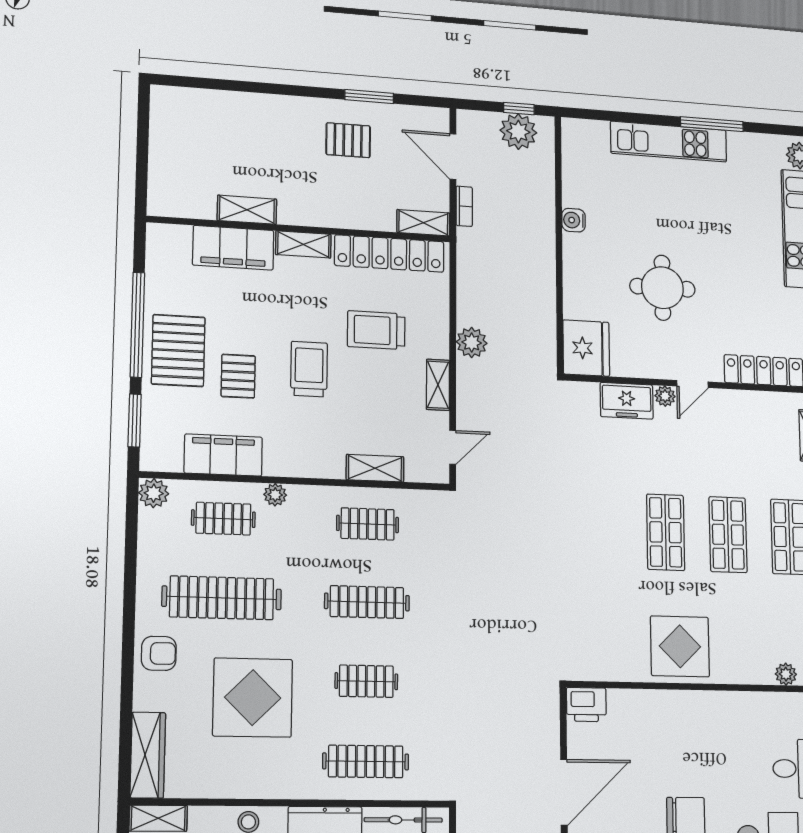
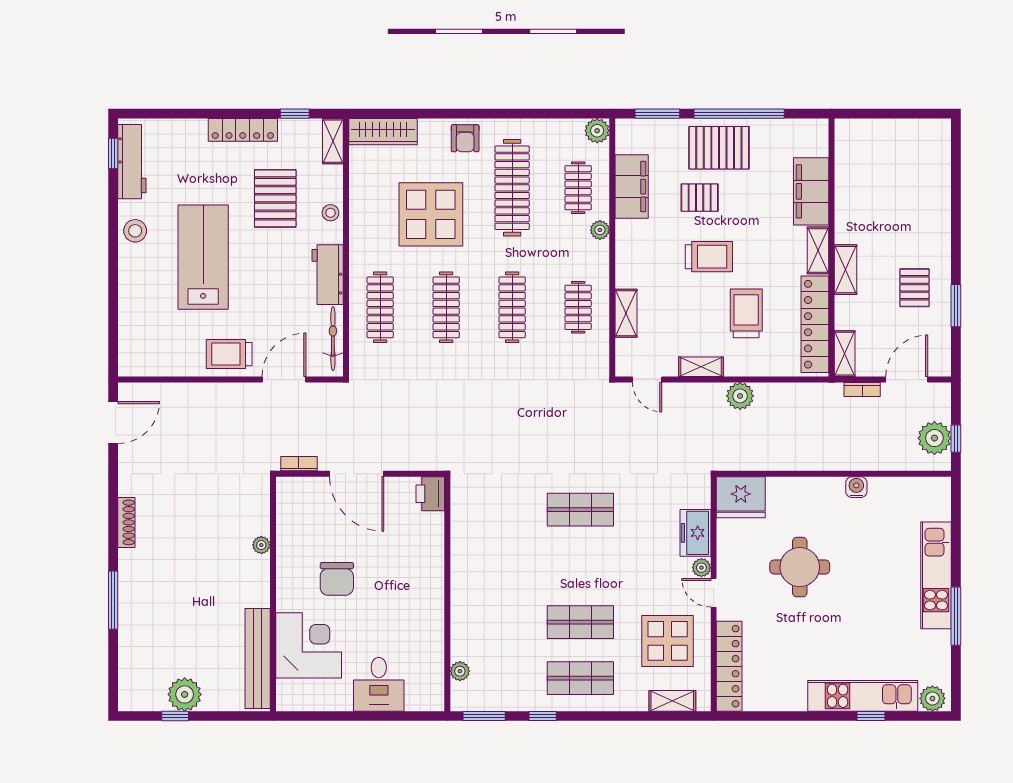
shelving: (247, 210) -> (845, 270), moved
shop shelf: (666, 532) -> (580, 510), moved
display table: (680, 646) -> (668, 641), moved
clothes rail: (366, 681) -> (446, 307), width x1.36

